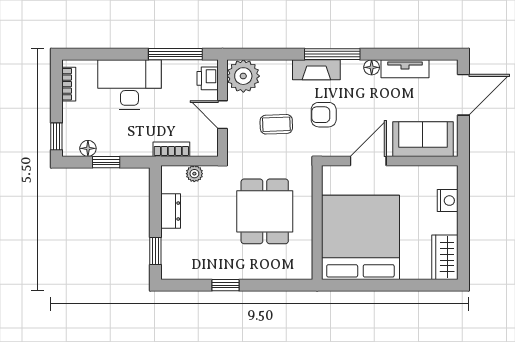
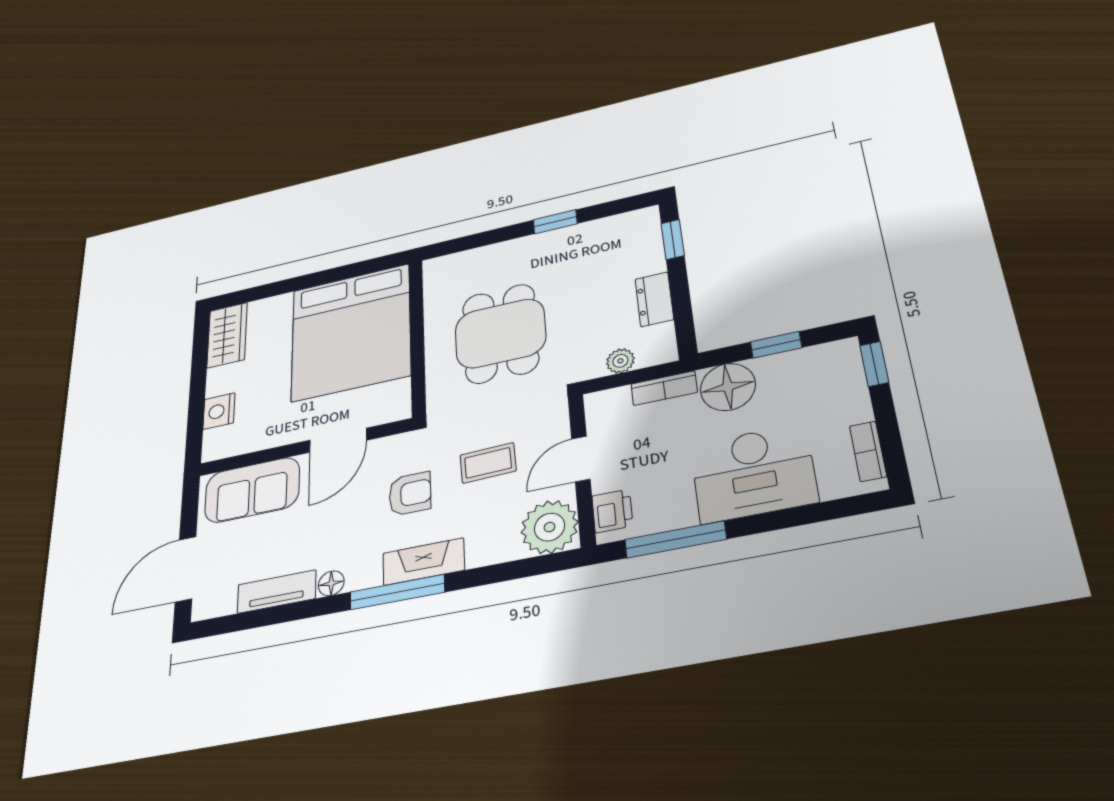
door: (222, 115) -> (581, 459), swing flipped
floor lamp: (88, 148) -> (728, 387), moved, width x1.89, depth x1.89

